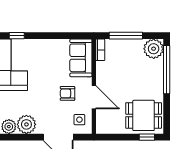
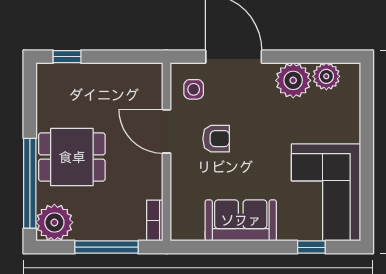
sofa: (81, 58) -> (241, 220), moved, turned -90
dining table: (144, 115) -> (72, 157), moved

